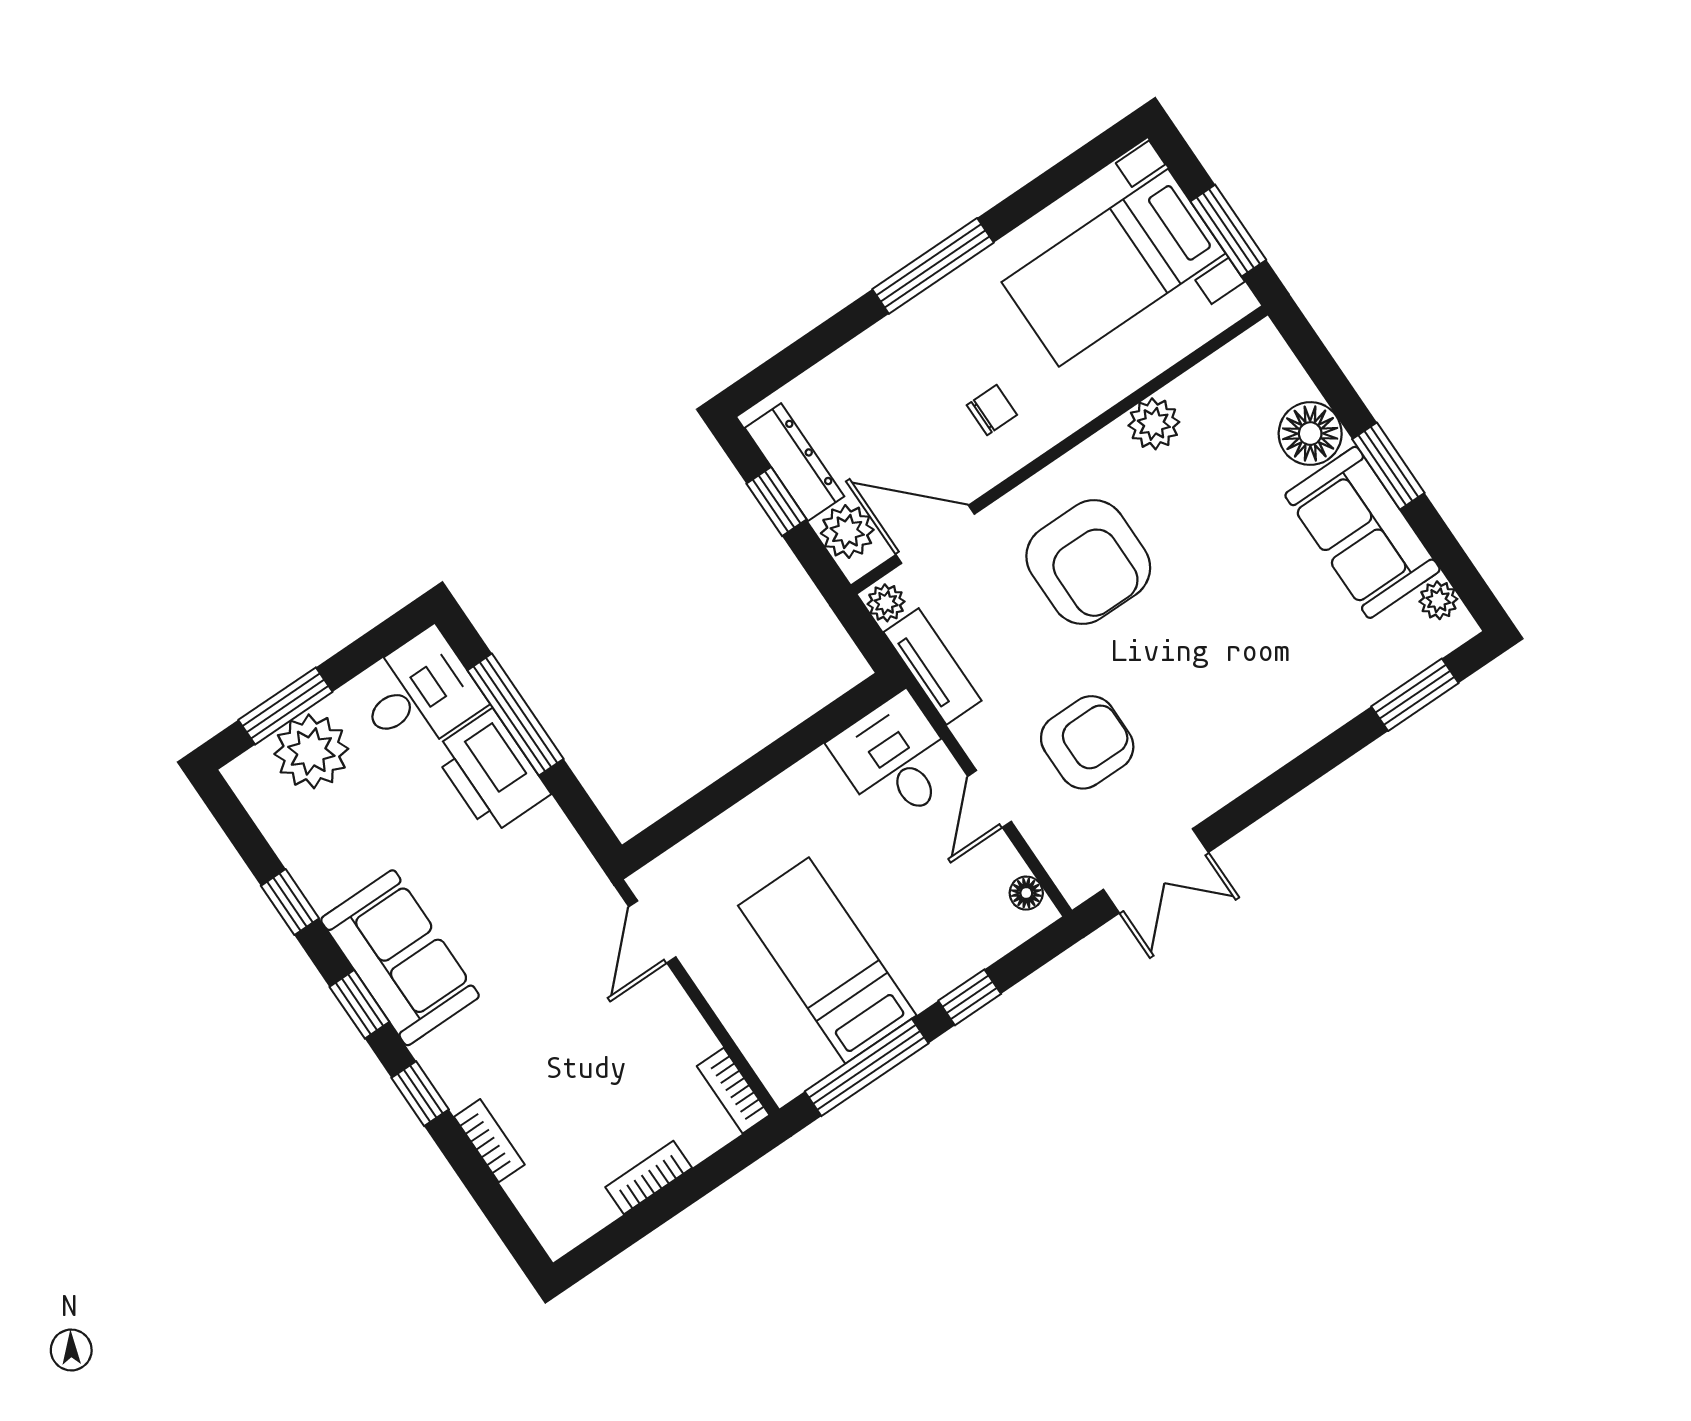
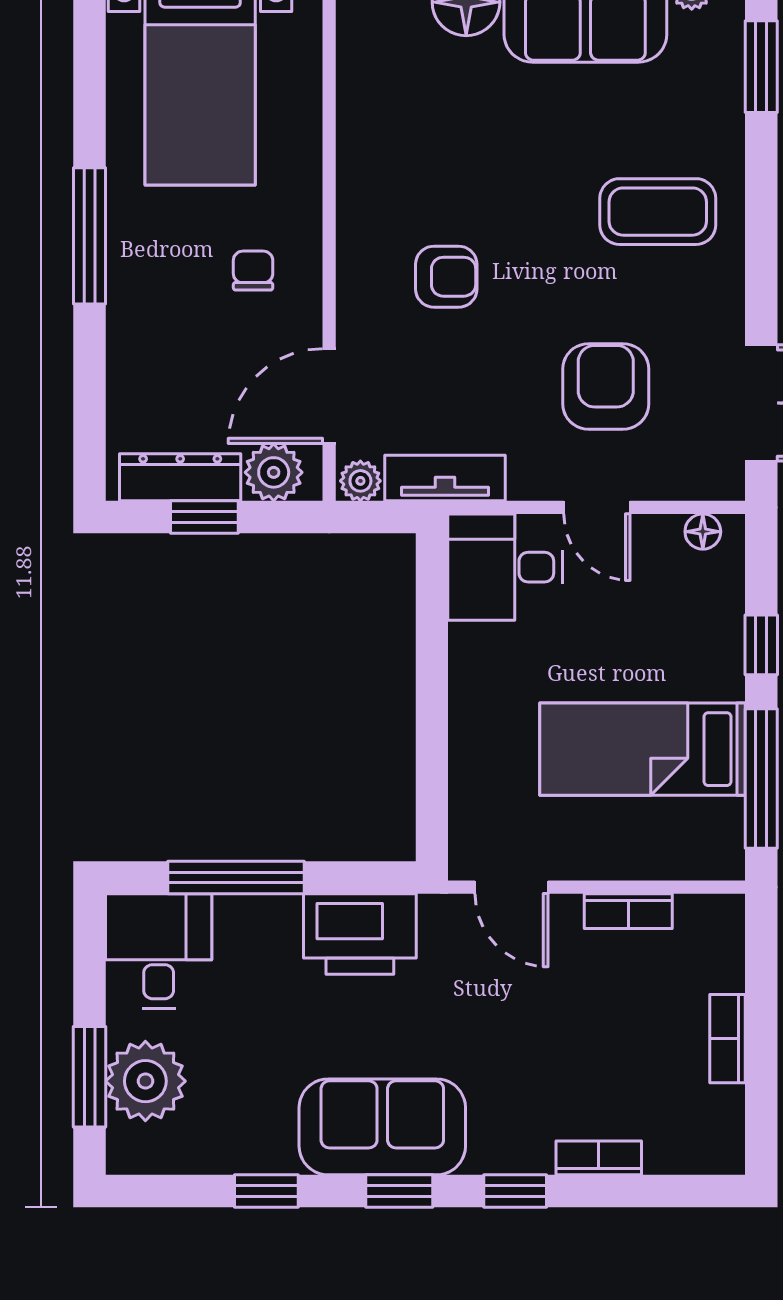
plant: (1154, 424) -> (363, 135), removed
armchair: (1088, 562) -> (446, 277), width x0.53, depth x0.53
coffee table: (1249, 691) -> (658, 212), added
printer: (491, 772) -> (360, 934), moved
bookcase: (733, 1091) -> (628, 911), moved

